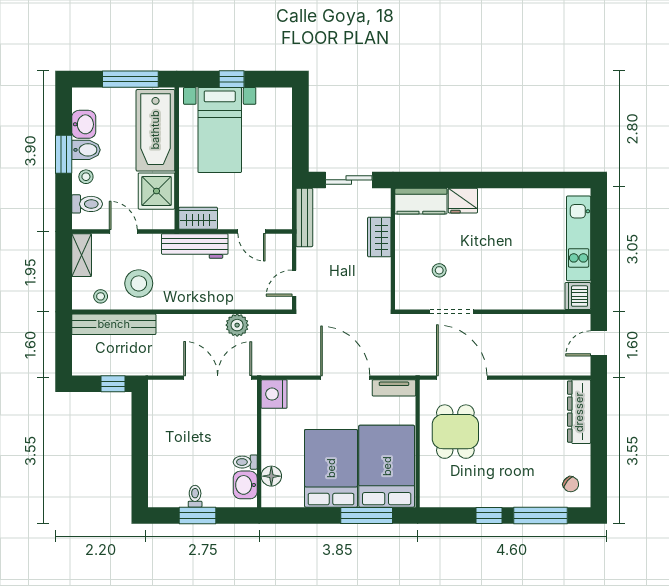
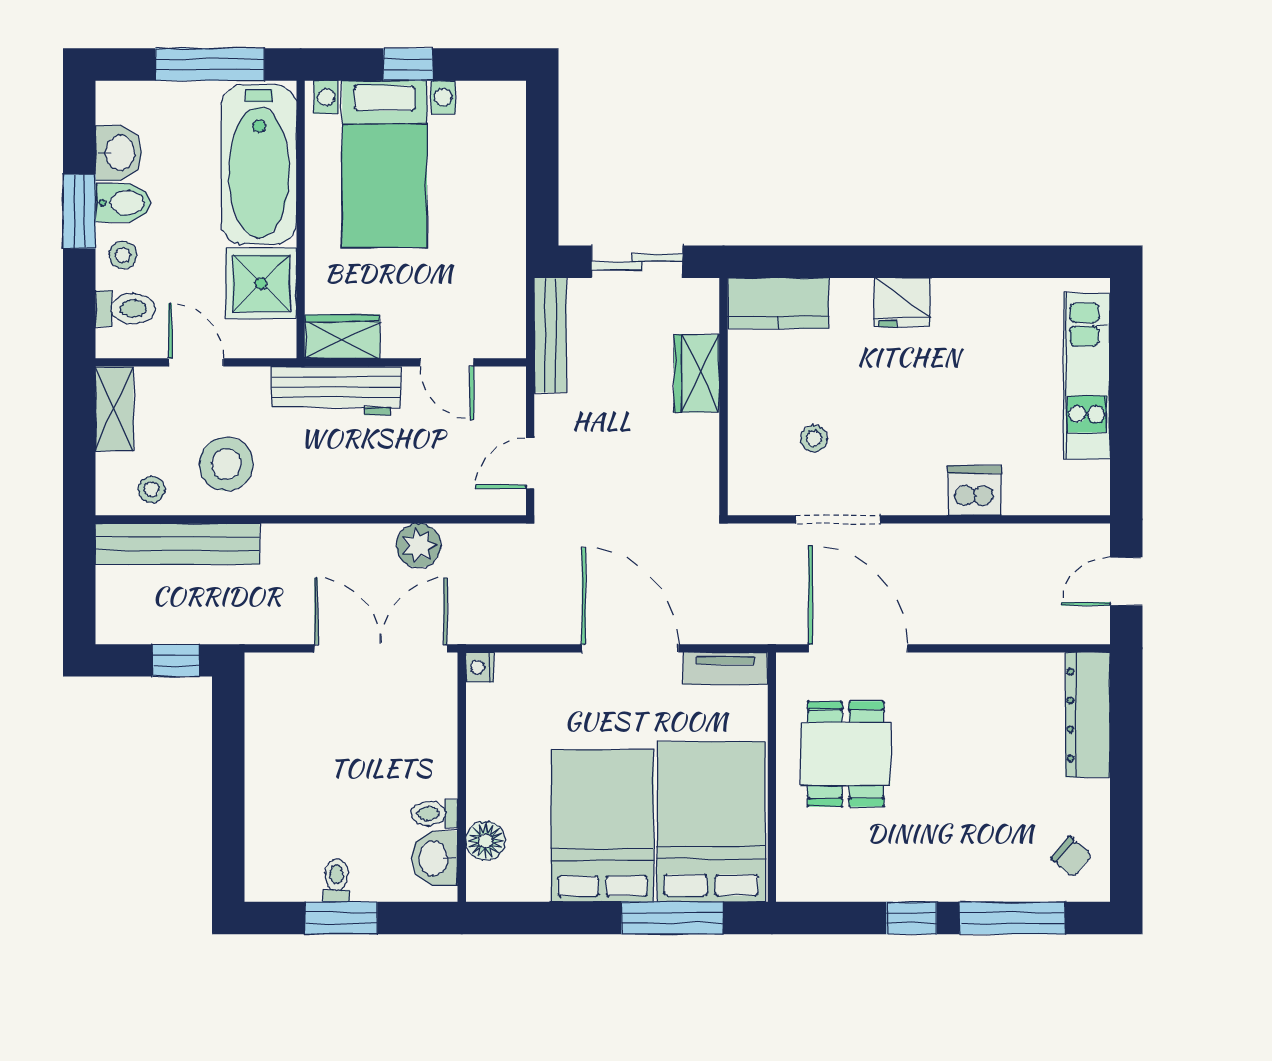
fridge: (463, 201) -> (902, 302), moved
dishwasher: (578, 296) -> (974, 491), moved, turned 90
nightstand: (274, 394) -> (480, 667), width x0.53, depth x0.56

